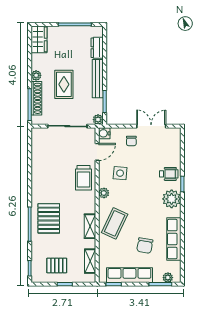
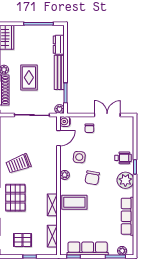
trolley: (84, 178) -> (18, 164), moved, turned 69
coffee table: (115, 223) -> (74, 202), turned 65
chair: (145, 246) -> (92, 178), moved

